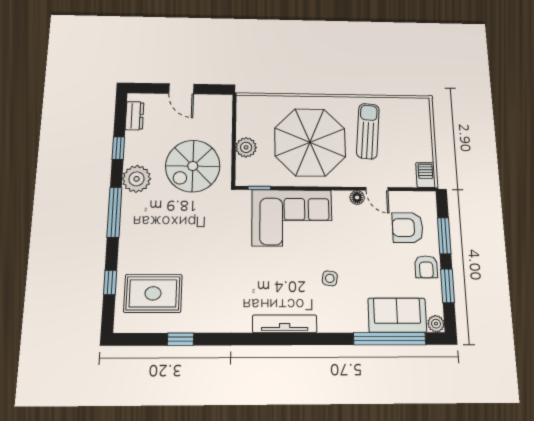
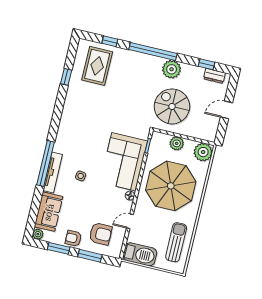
plant: (250, 108) -> (203, 152), added
sun lounger: (368, 131) -> (176, 242), moved, turned -95
window: (118, 148) -> (207, 64), moved
barbecue: (426, 175) -> (140, 254), width x1.88, depth x1.53
floor lamp: (357, 198) -> (130, 196), moved
window: (114, 212) -> (153, 52), width x1.46
armchair: (408, 228) -> (101, 234), turned 90
tv unit: (285, 324) -> (53, 173), moved
window: (390, 339) -> (45, 164), moved

